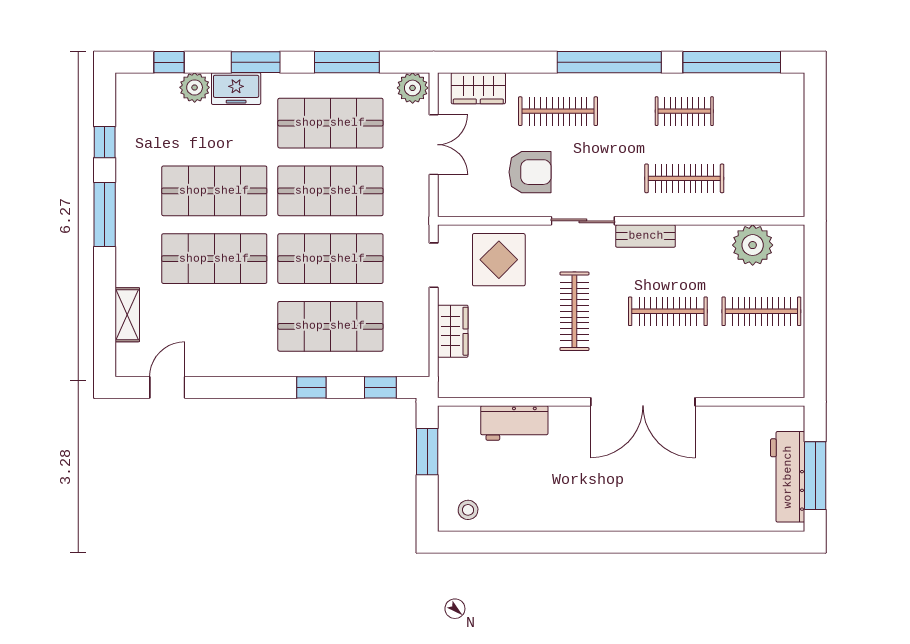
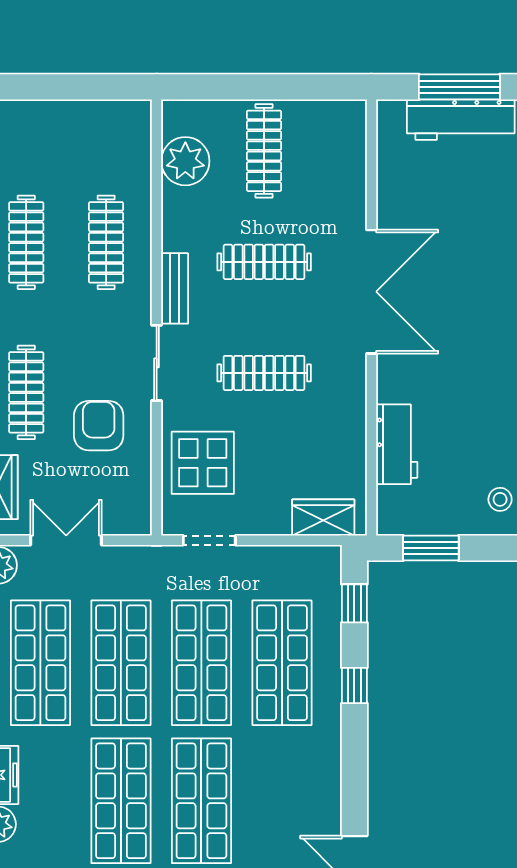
clothes rail: (684, 111) -> (26, 242), width x1.36
clothes rail: (668, 311) -> (264, 262), turned 90
wardrobe: (453, 331) -> (323, 517), moved

